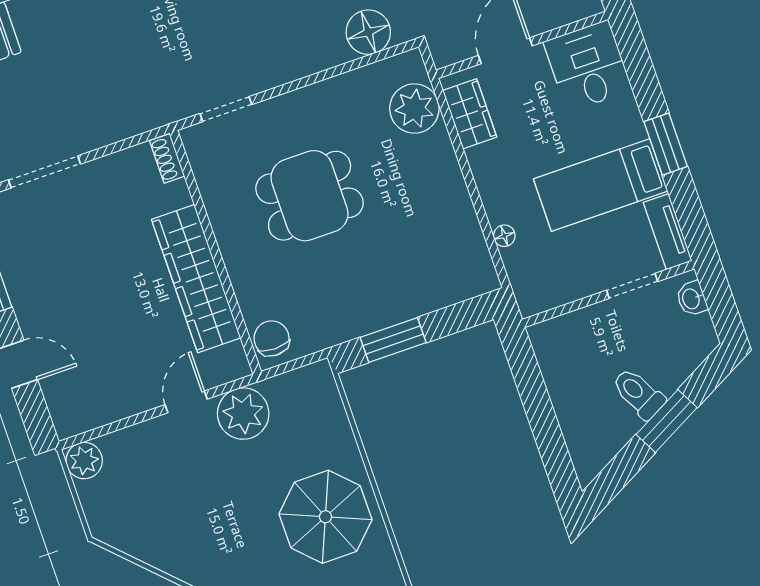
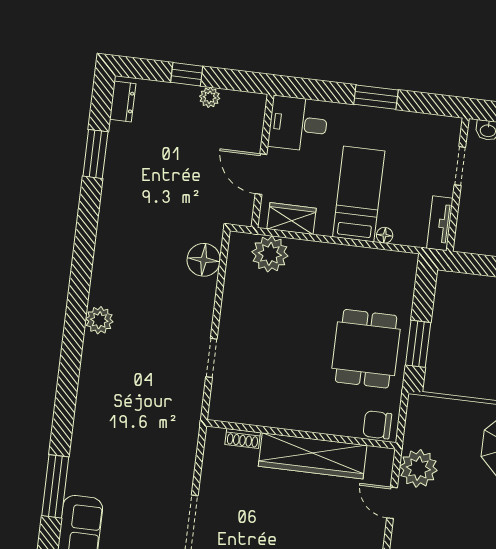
doorway: (226, 109) -> (211, 358), moved
shoe rack: (167, 158) -> (243, 438), moved
bed: (601, 185) -> (359, 194), moved, turned 180
dining table: (310, 196) -> (366, 349), moved
tv unit: (668, 232) -> (440, 223), moved, turned 90

